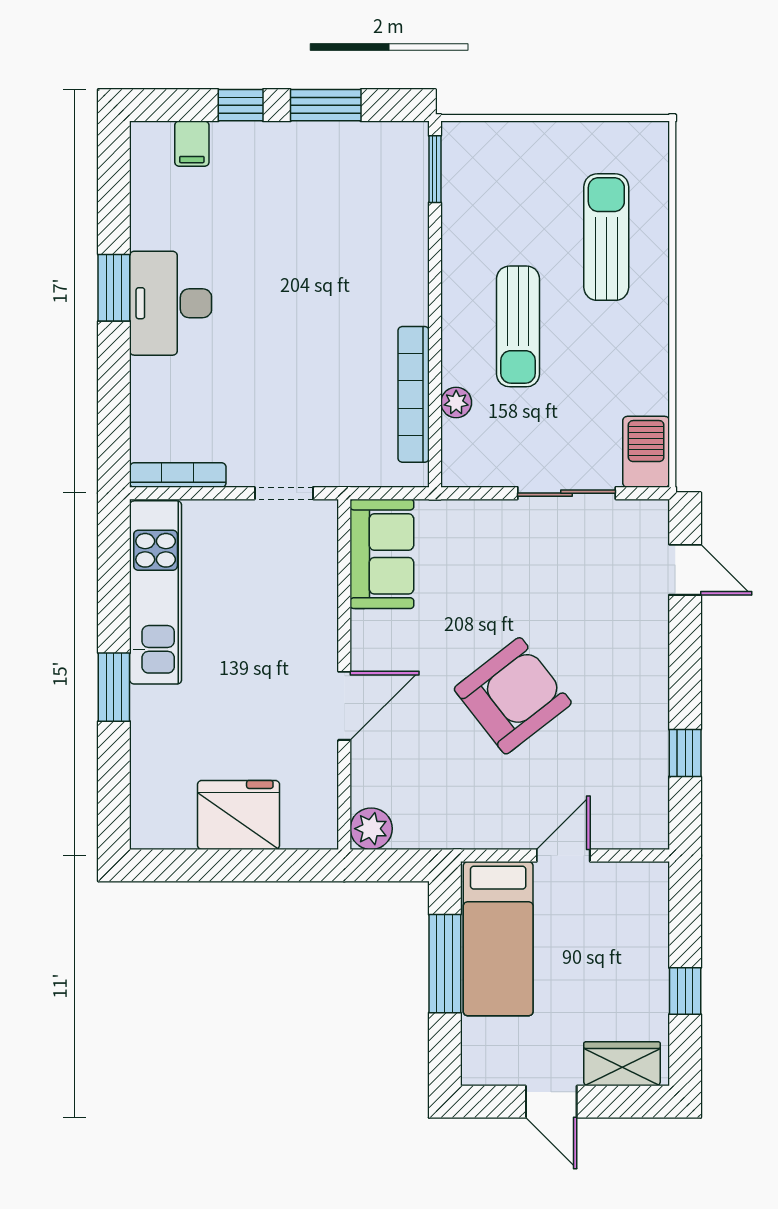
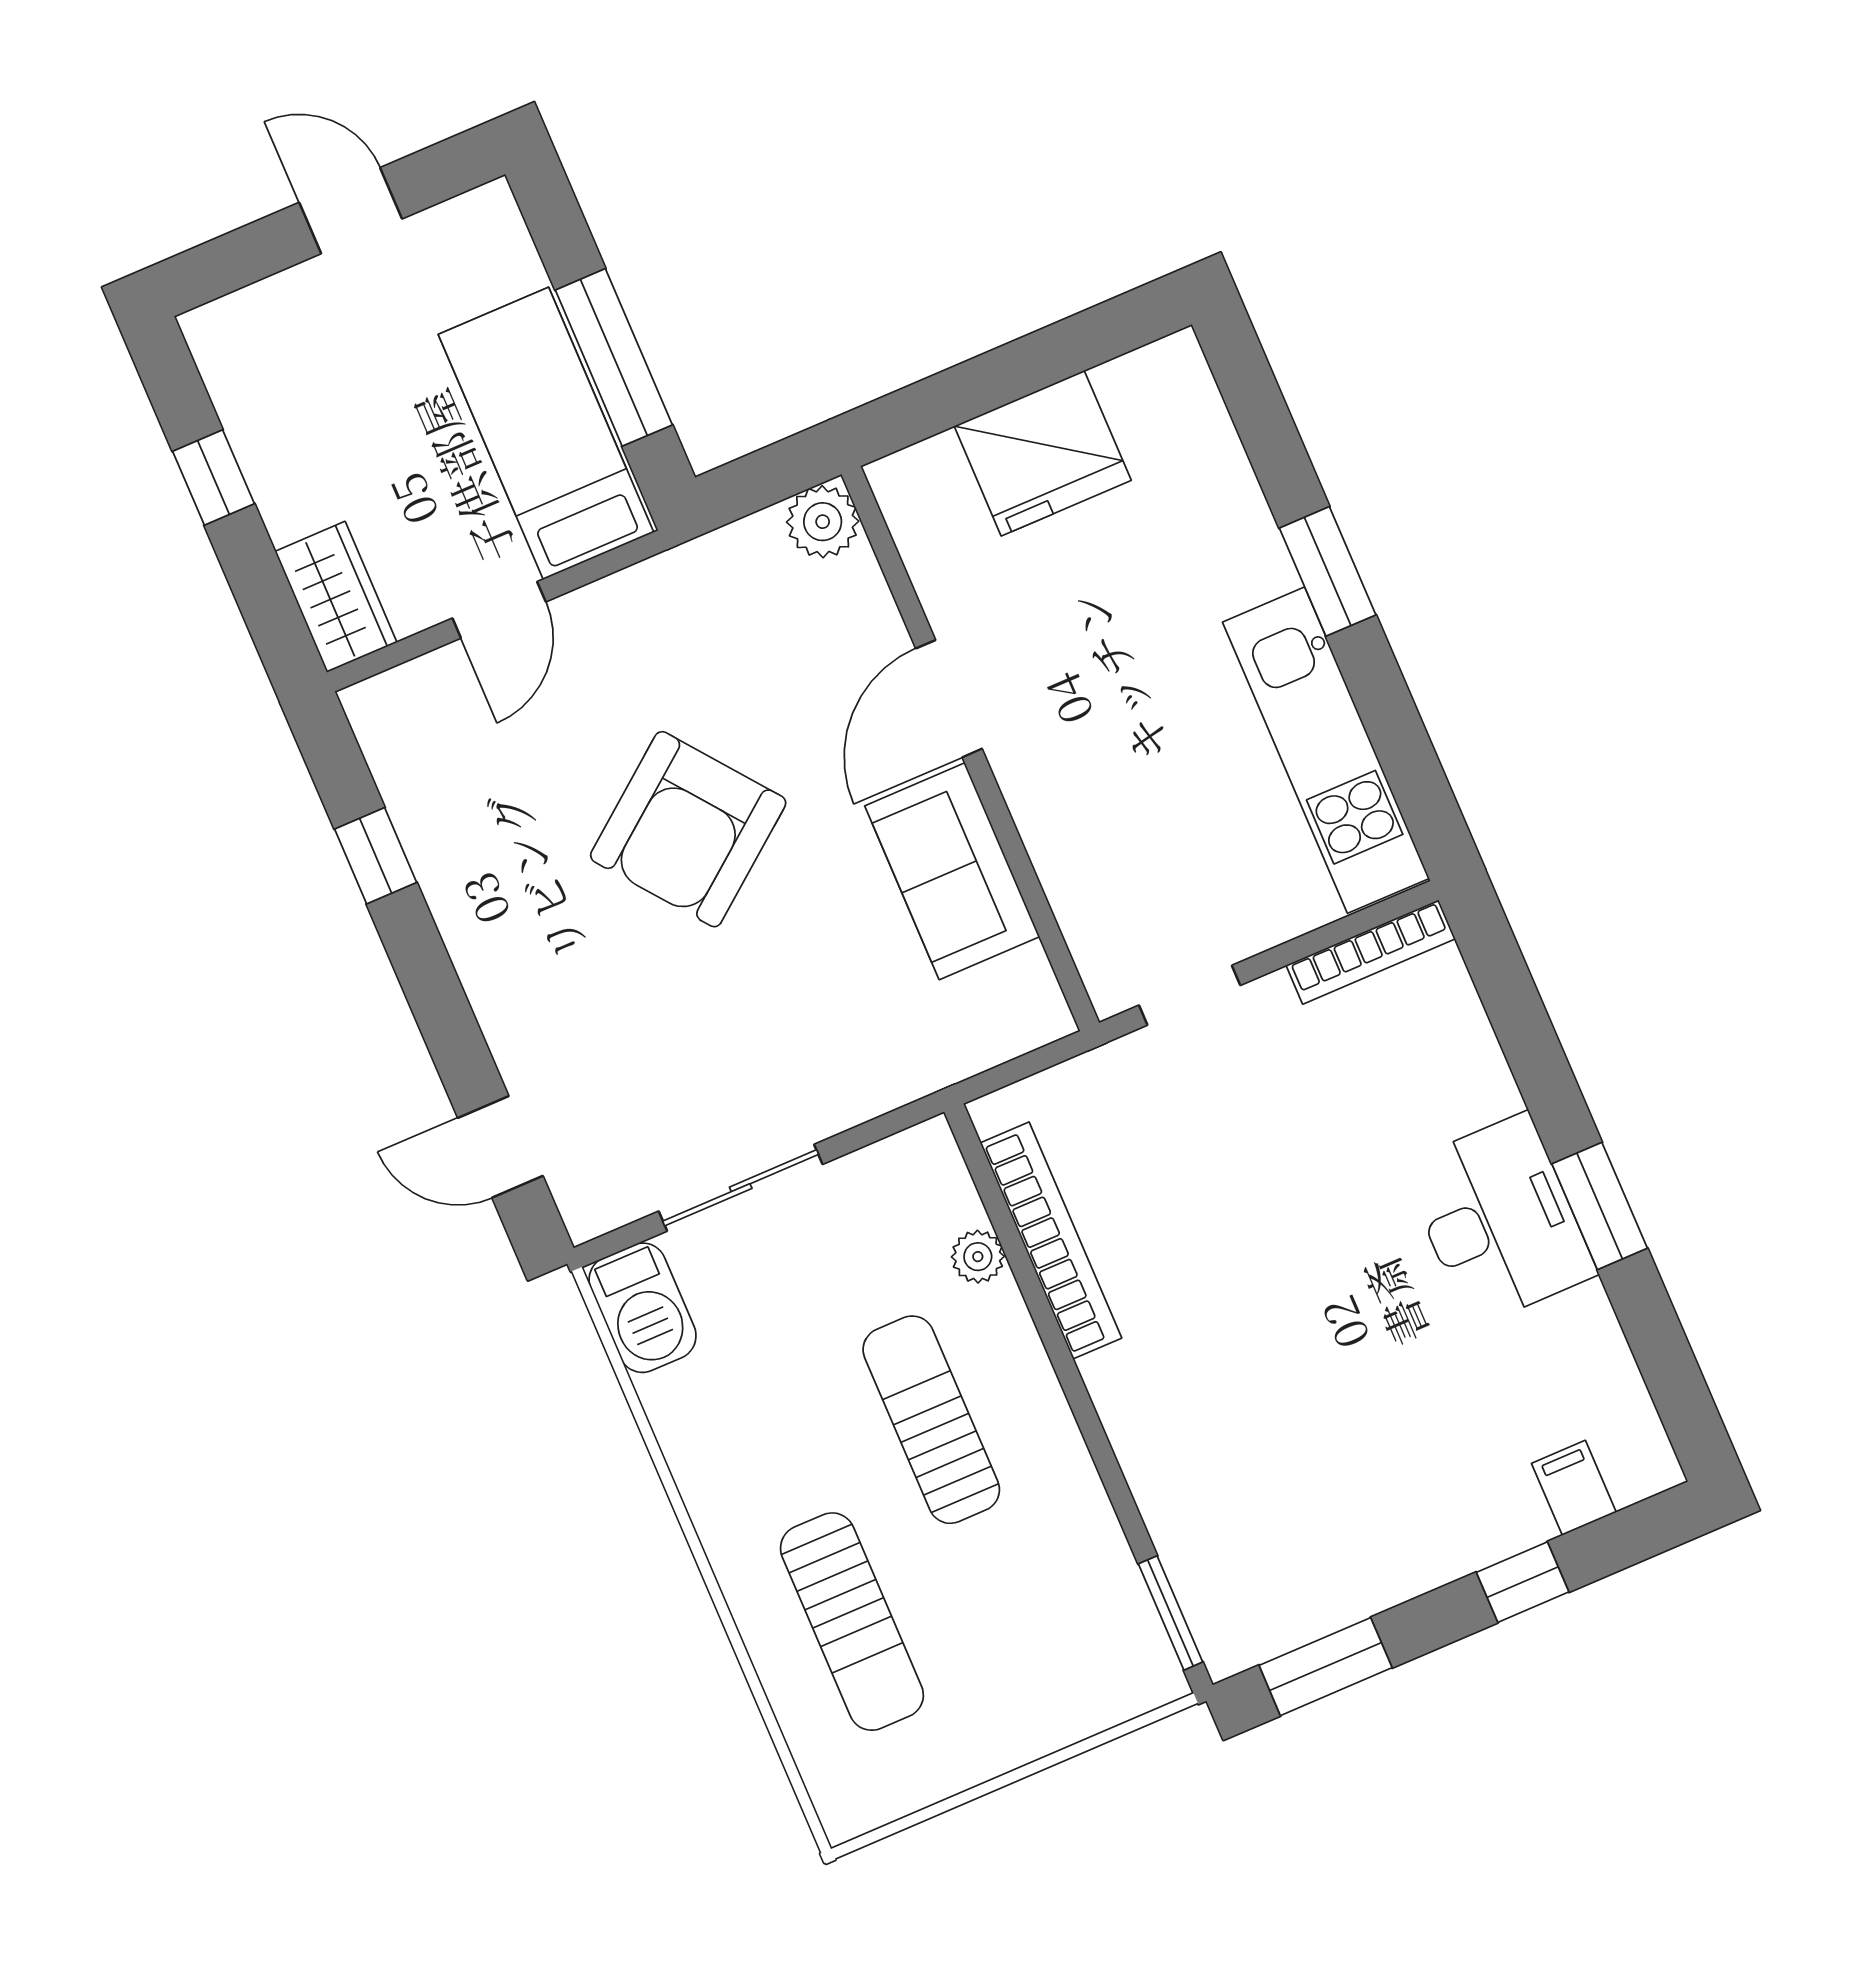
window: (326, 105) -> (1326, 1667), moved
sofa: (382, 554) -> (952, 871), moved
wardrobe: (622, 1064) -> (336, 597), moved, turned -90

